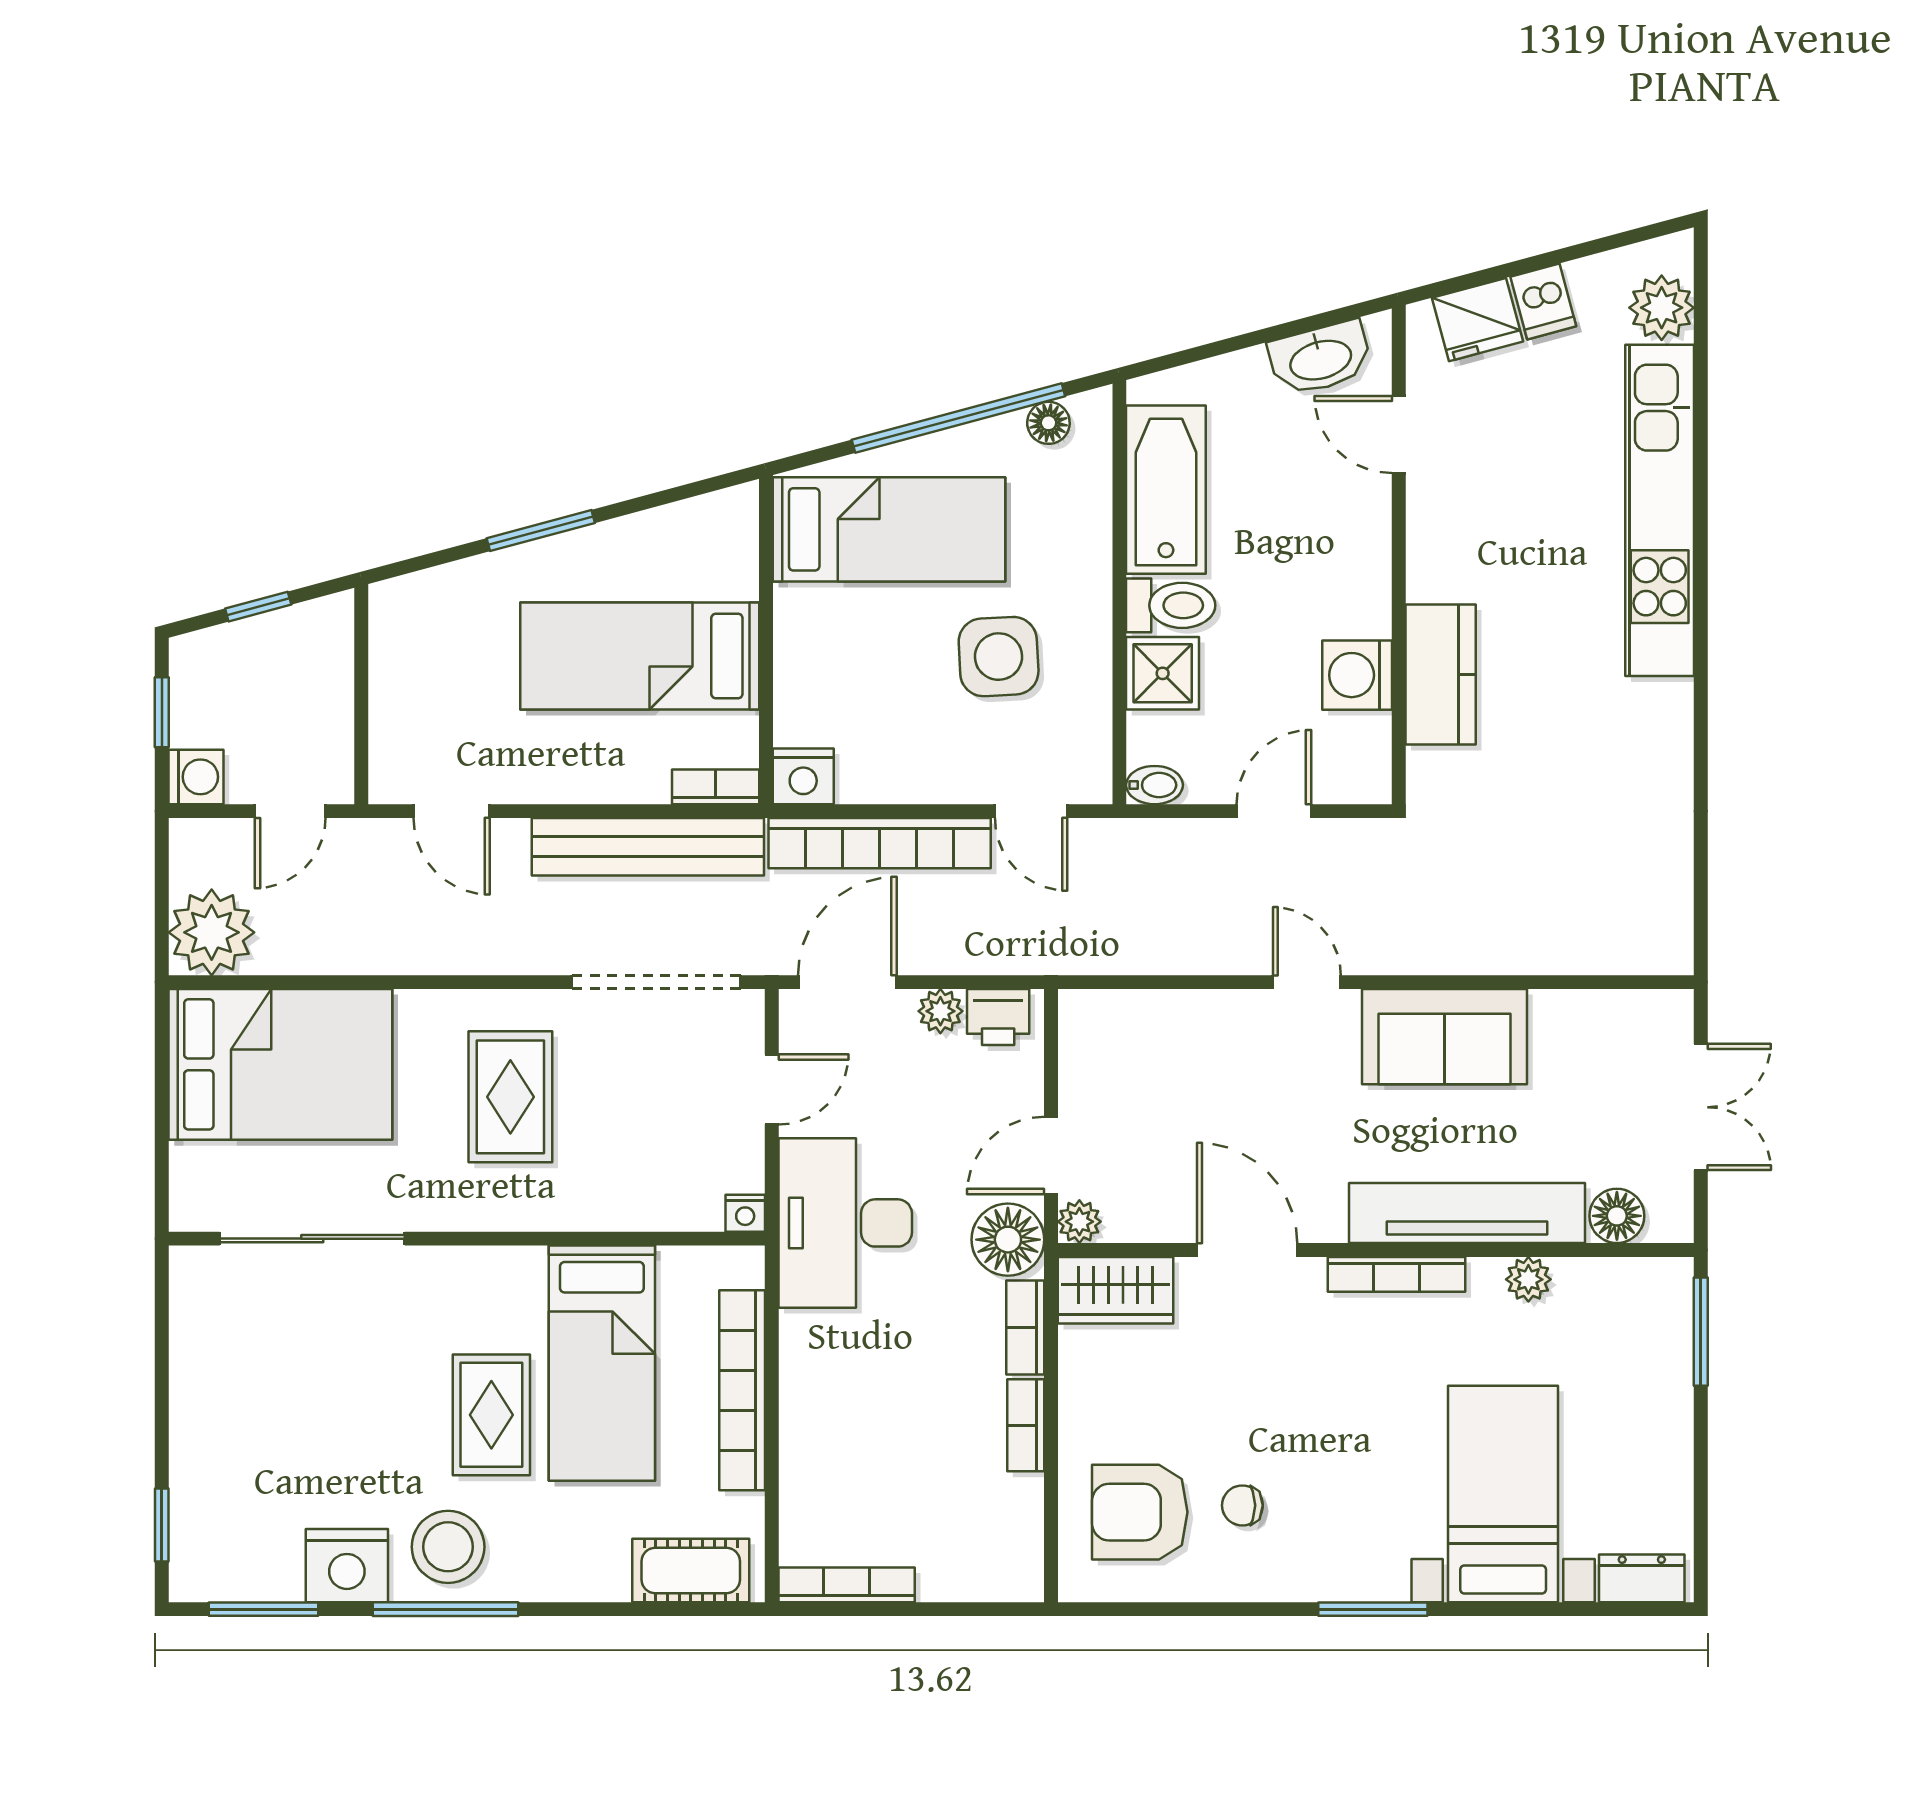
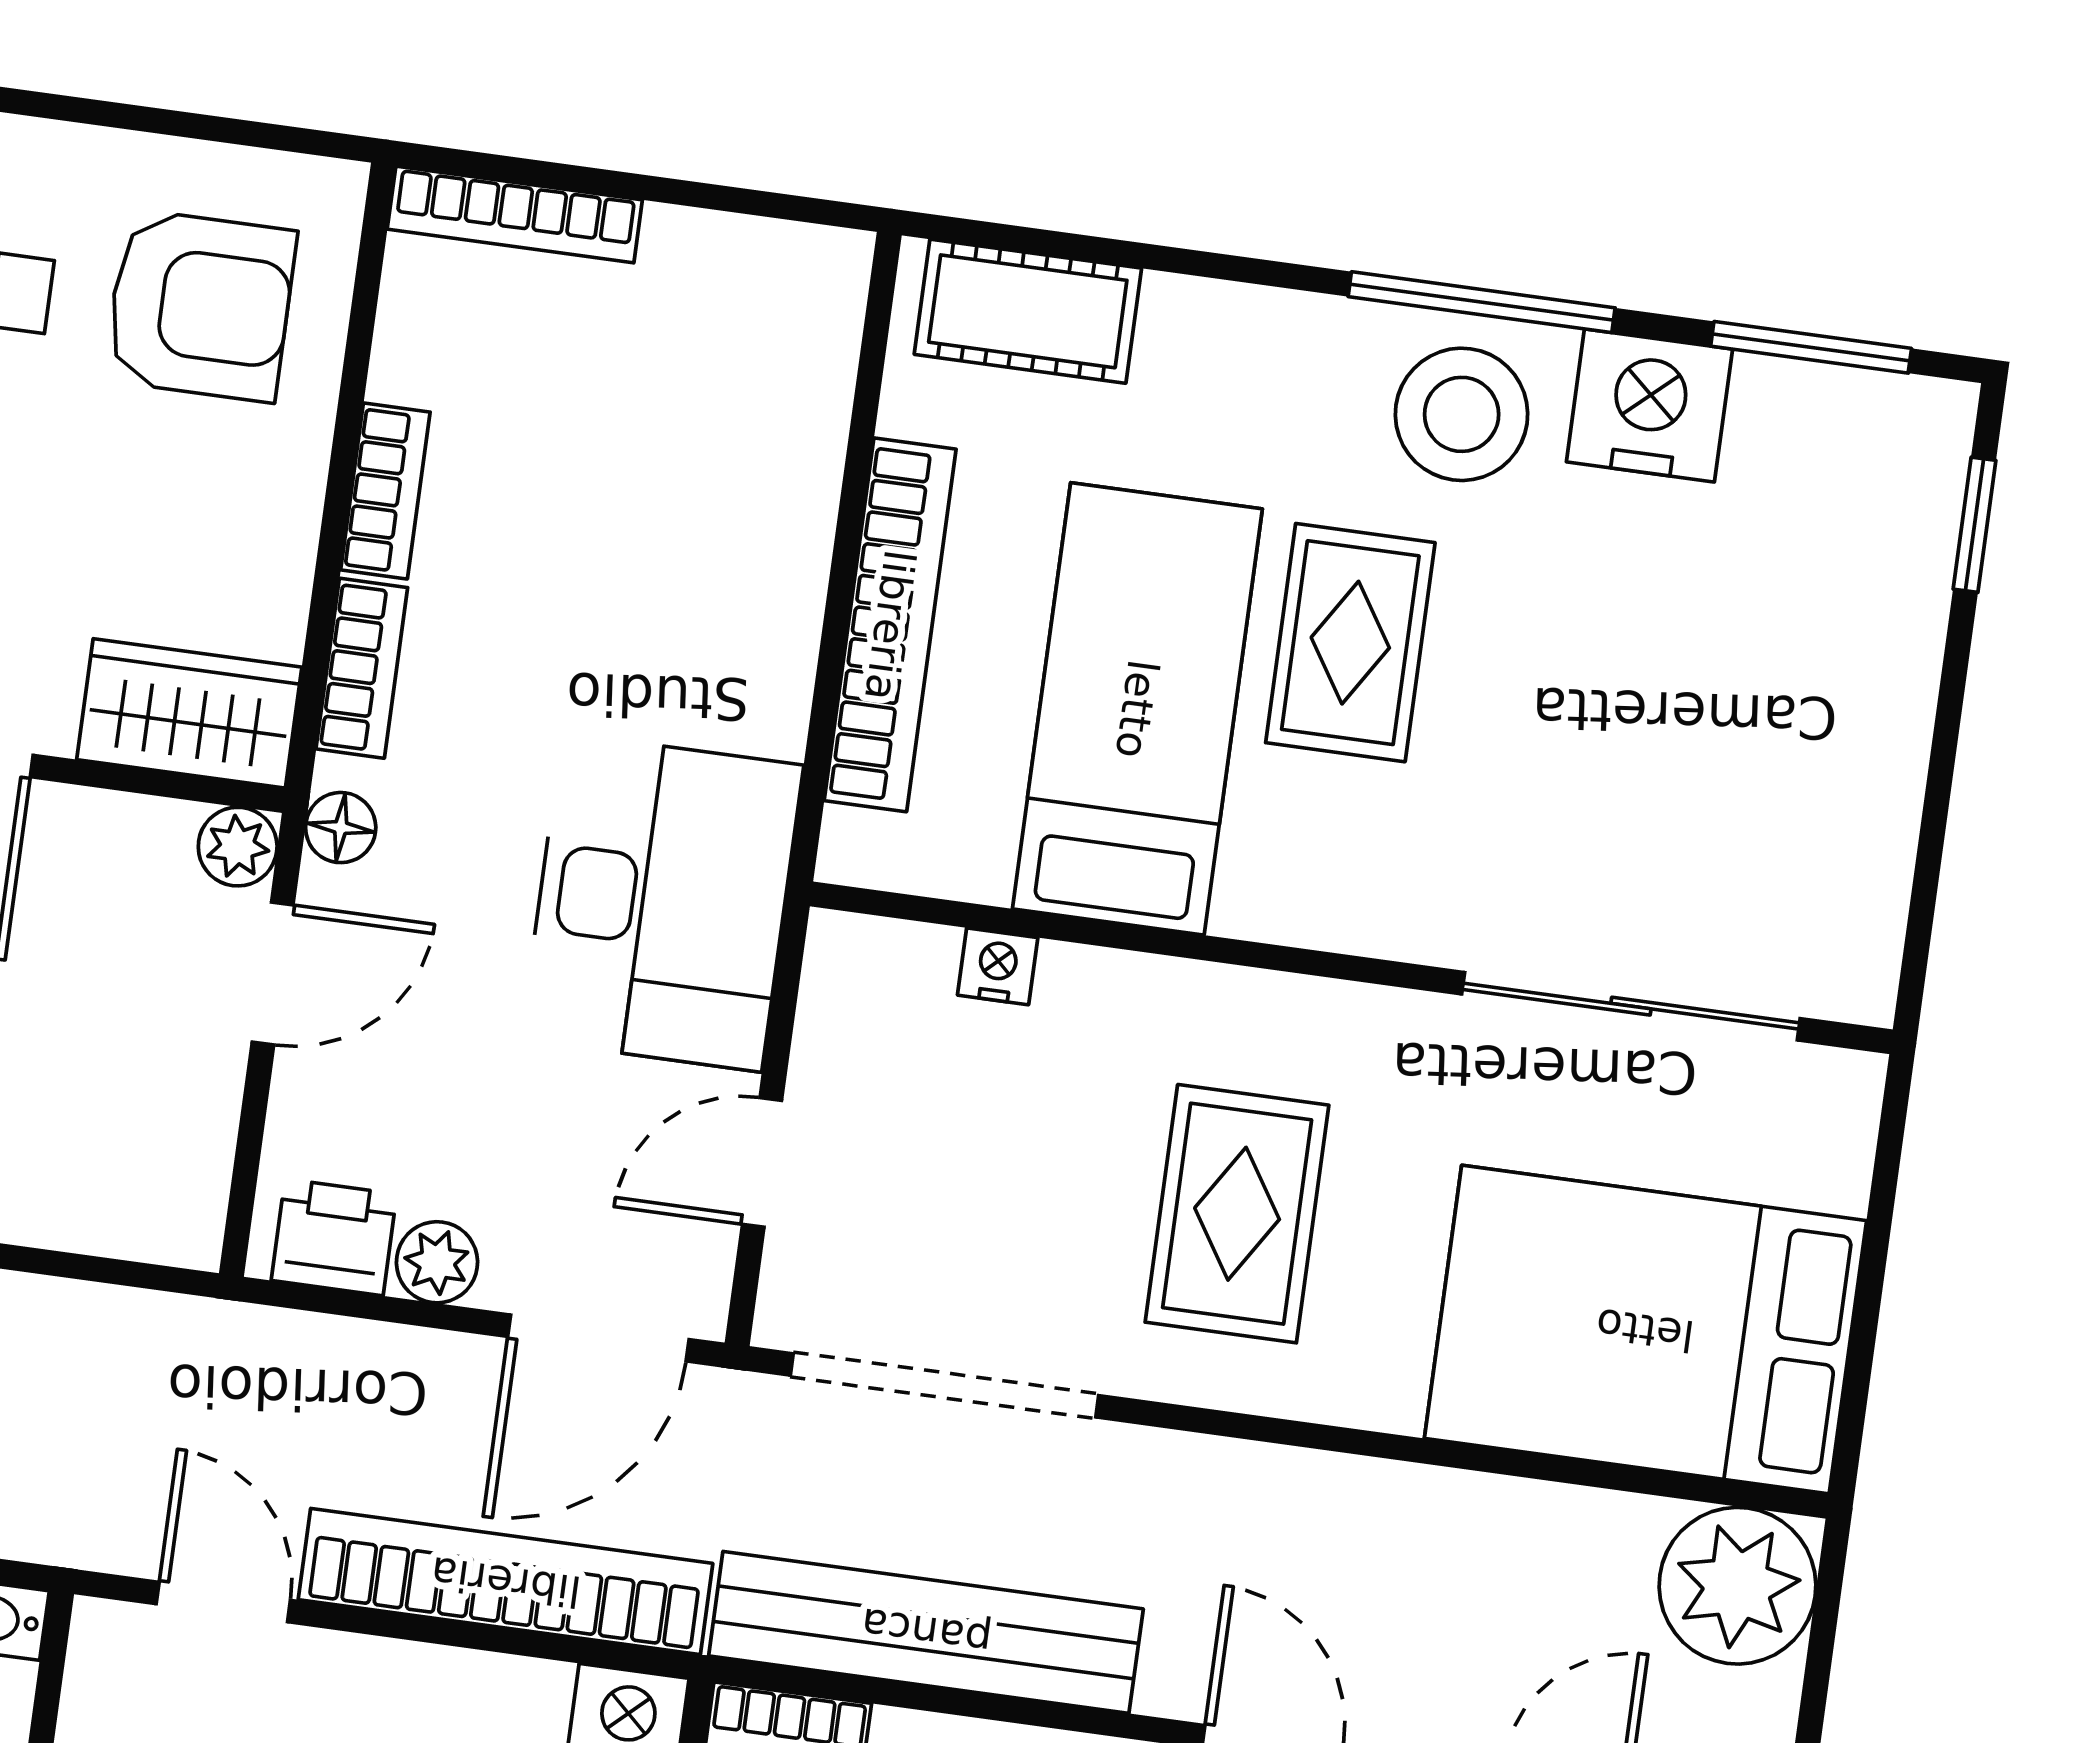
nightstand: (745, 1213) -> (998, 966), moved
floor lamp: (1008, 1240) -> (341, 828), width x0.53, depth x0.53
bookcase: (847, 1585) -> (515, 215), moved

